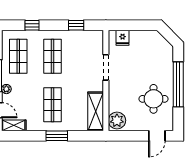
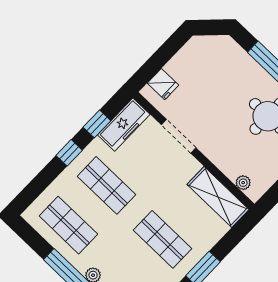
window: (32, 25) -> (69, 153), moved
freezer: (87, 38) -> (124, 125), added
plant: (117, 120) -> (243, 183), width x0.53, depth x0.53

